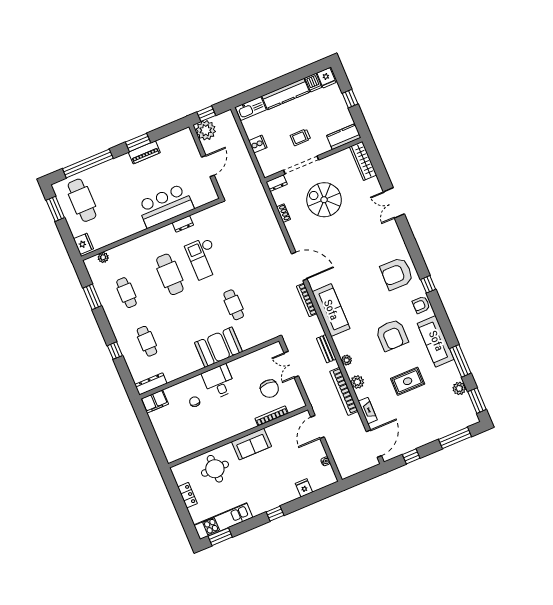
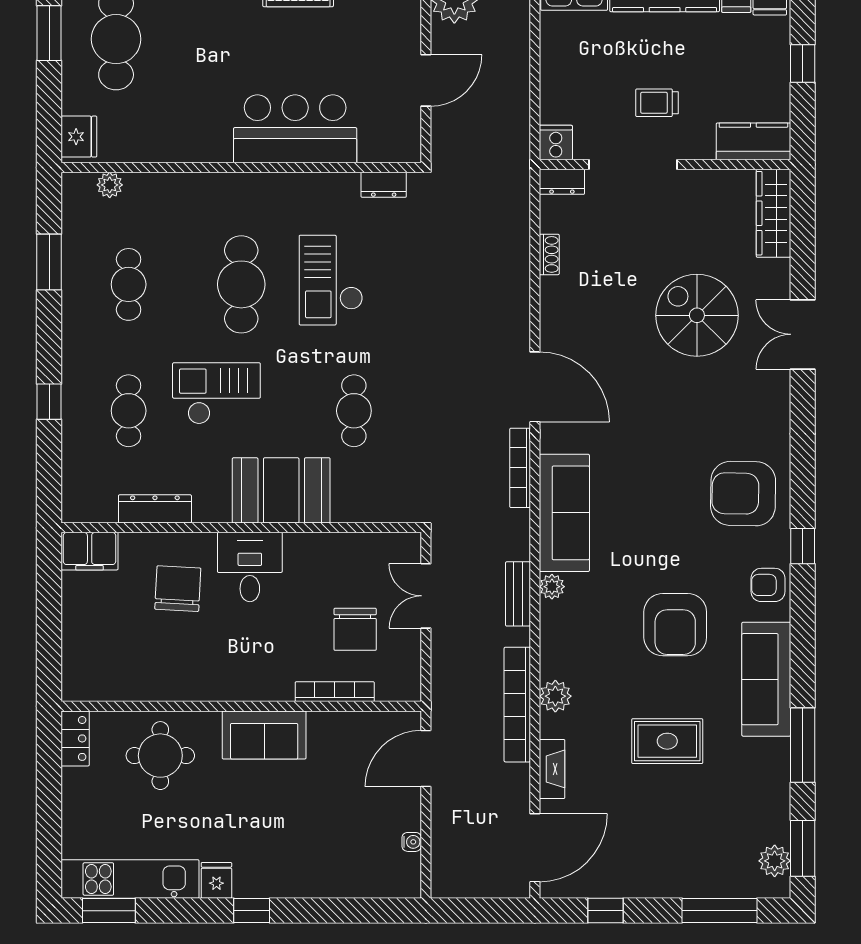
cooker: (258, 144) -> (556, 143), moved, turned -90
spiral stairs: (324, 200) -> (697, 315), moved
dresser: (183, 224) -> (384, 185), moved
checkout: (178, 320) -> (216, 393), added
plant: (347, 360) -> (552, 587), moved
dresser: (151, 384) -> (155, 509), moved
plant: (459, 388) -> (775, 861), moved
chair: (195, 402) -> (178, 589), width x1.87, depth x1.87
fridge: (304, 488) -> (216, 880), moved
locker: (187, 495) -> (75, 738), moved

